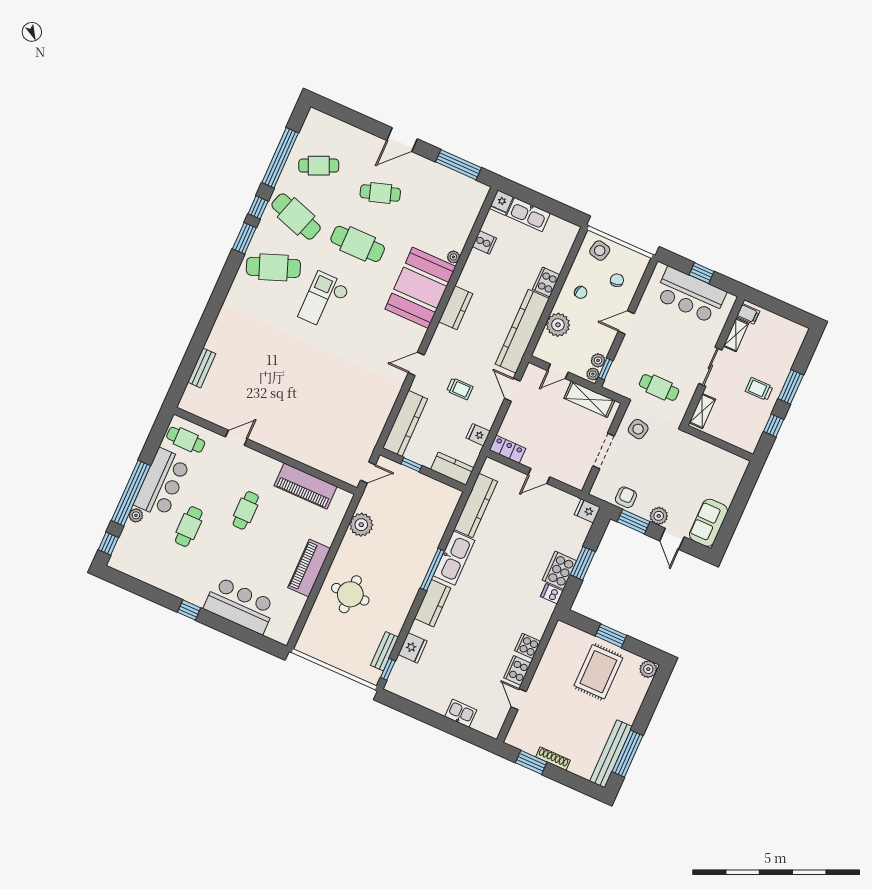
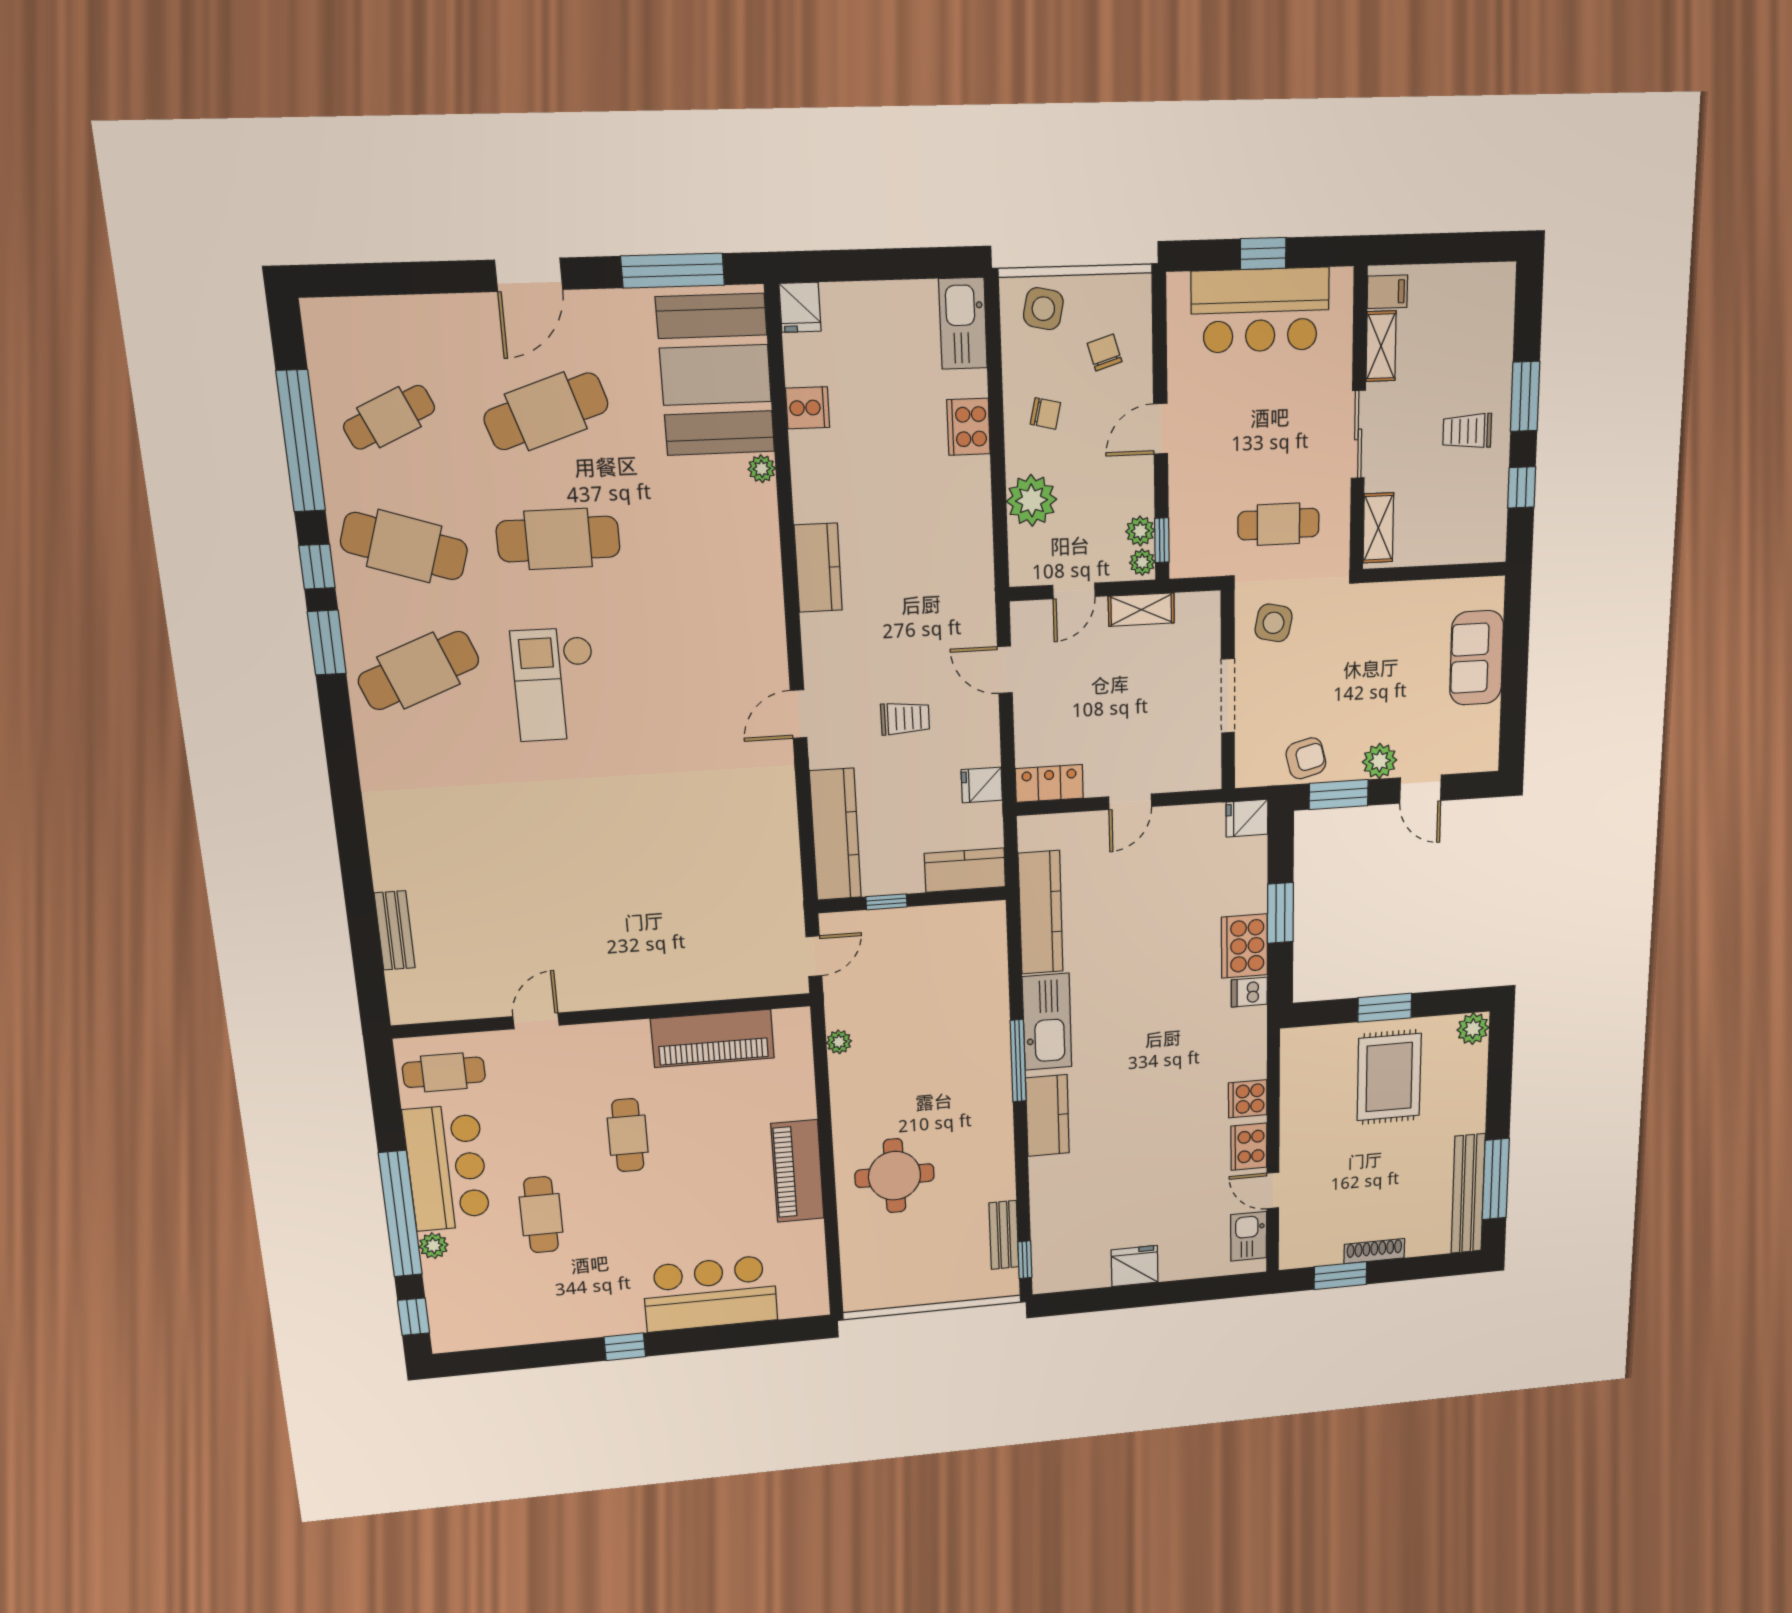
cafe table: (380, 193) -> (546, 411), width x1.37, depth x1.35
kitchen sink: (528, 214) -> (963, 323), moved, turned 90
booth: (420, 288) -> (716, 375), moved
kitchen counter: (522, 331) -> (969, 548), removed
shelving: (589, 399) -> (1141, 610), width x0.67, depth x0.75
armchair: (626, 497) -> (1306, 758), turned 76
sofa: (709, 523) -> (1477, 658), moved
plant: (361, 525) -> (839, 1042), width x0.53, depth x0.53
fridge: (413, 648) -> (1135, 1266), moved, turned -90
kitchen sink: (461, 713) -> (1249, 1236), moved, turned -90

